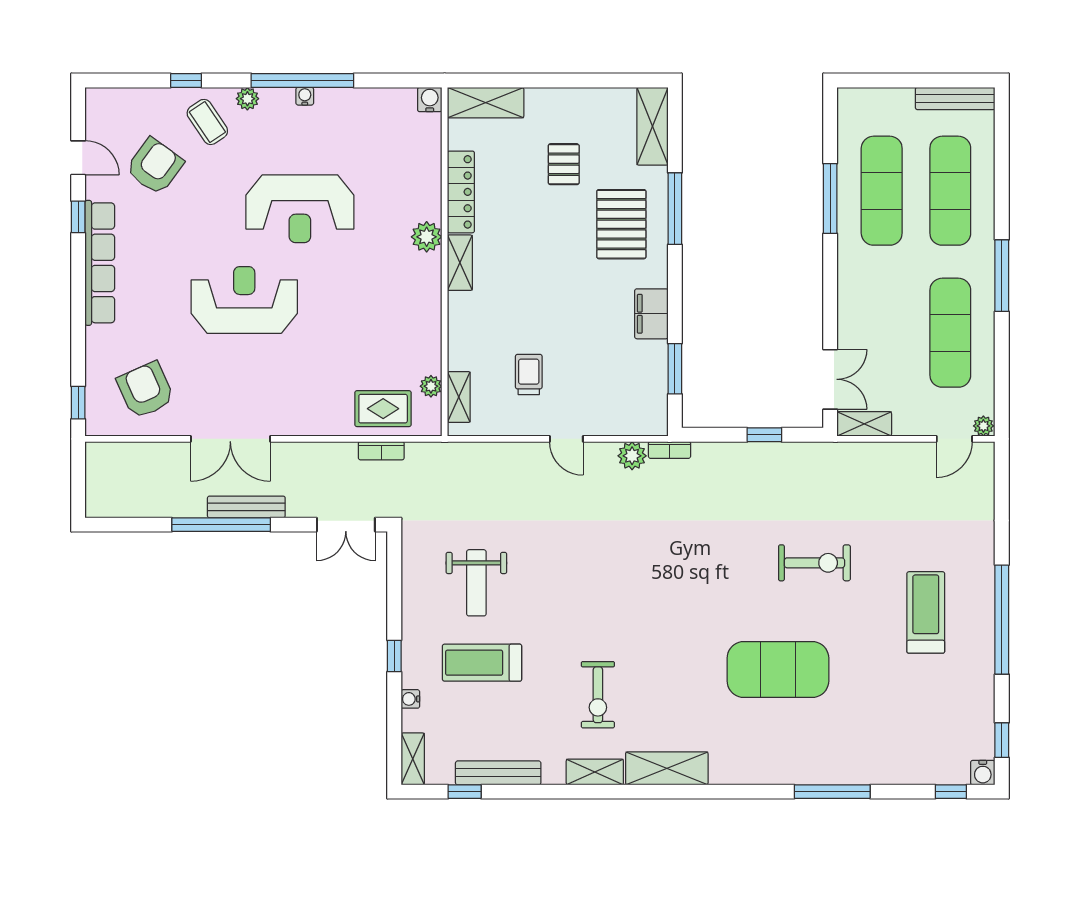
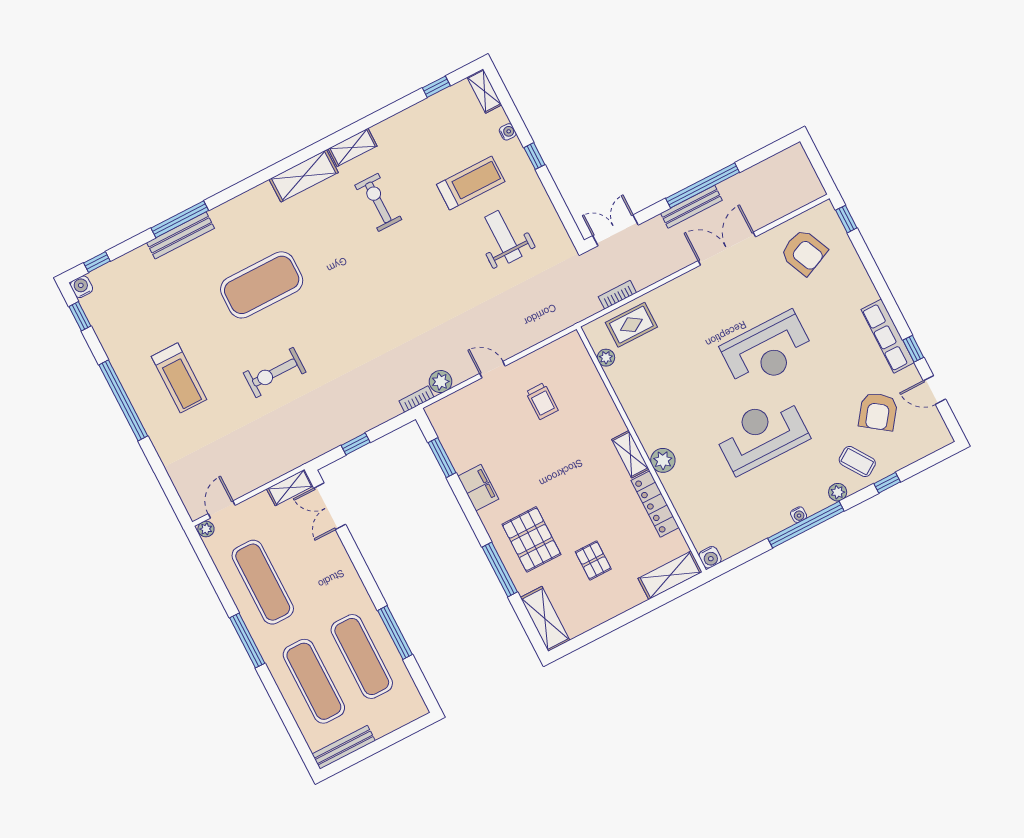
row of seats: (100, 263) -> (888, 336), width x0.73
shelving: (459, 397) -> (583, 360), removed
bench: (498, 773) -> (181, 235), moved

